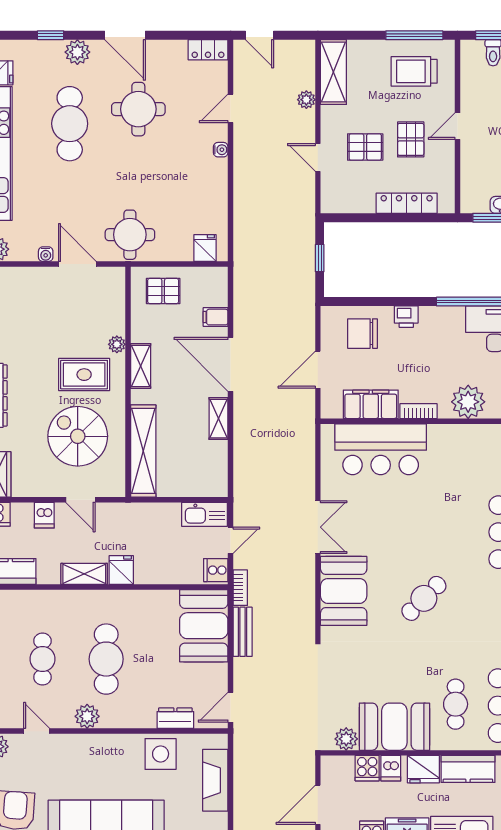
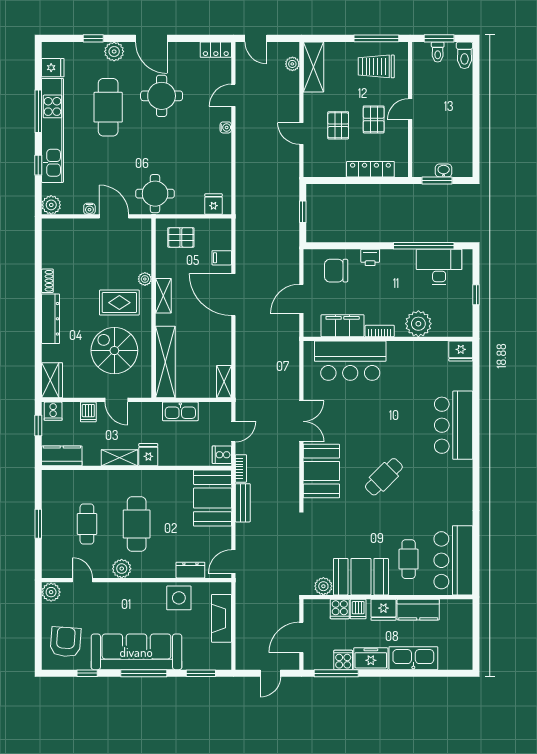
plant: (306, 100) -> (292, 64), moved
pallet: (365, 147) -> (338, 125), turned 90
shelving: (219, 419) -> (224, 382), moved
kitchen sink: (204, 514) -> (180, 411), moved

